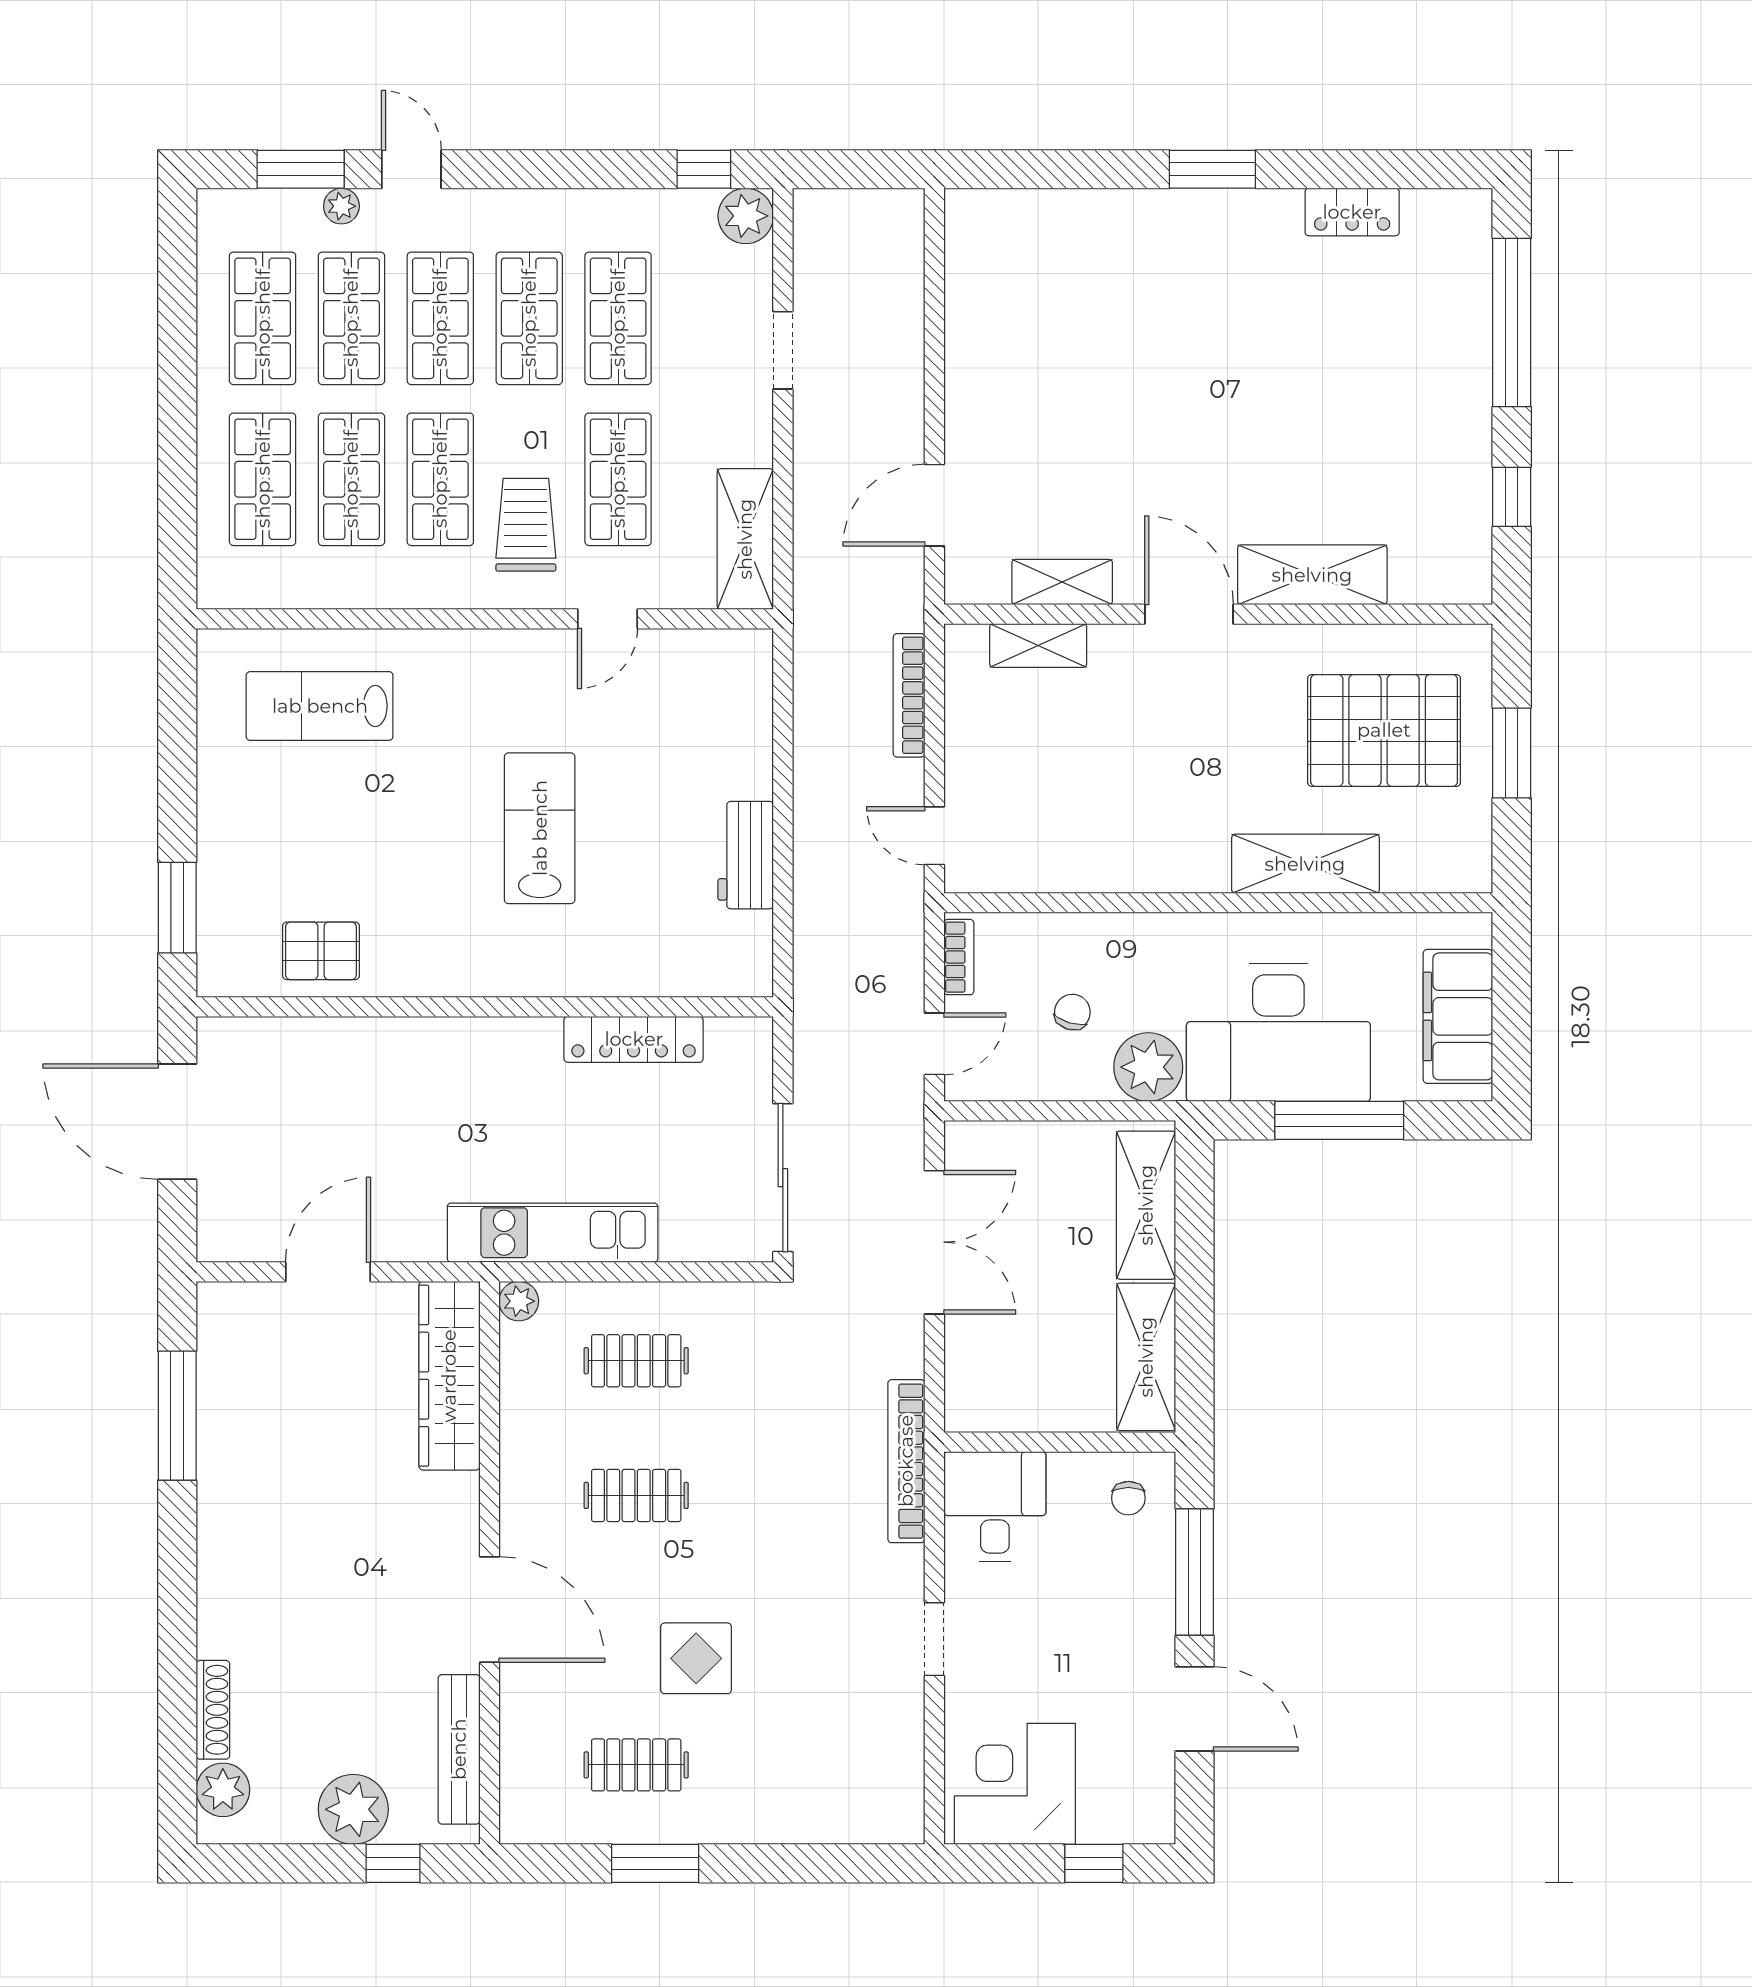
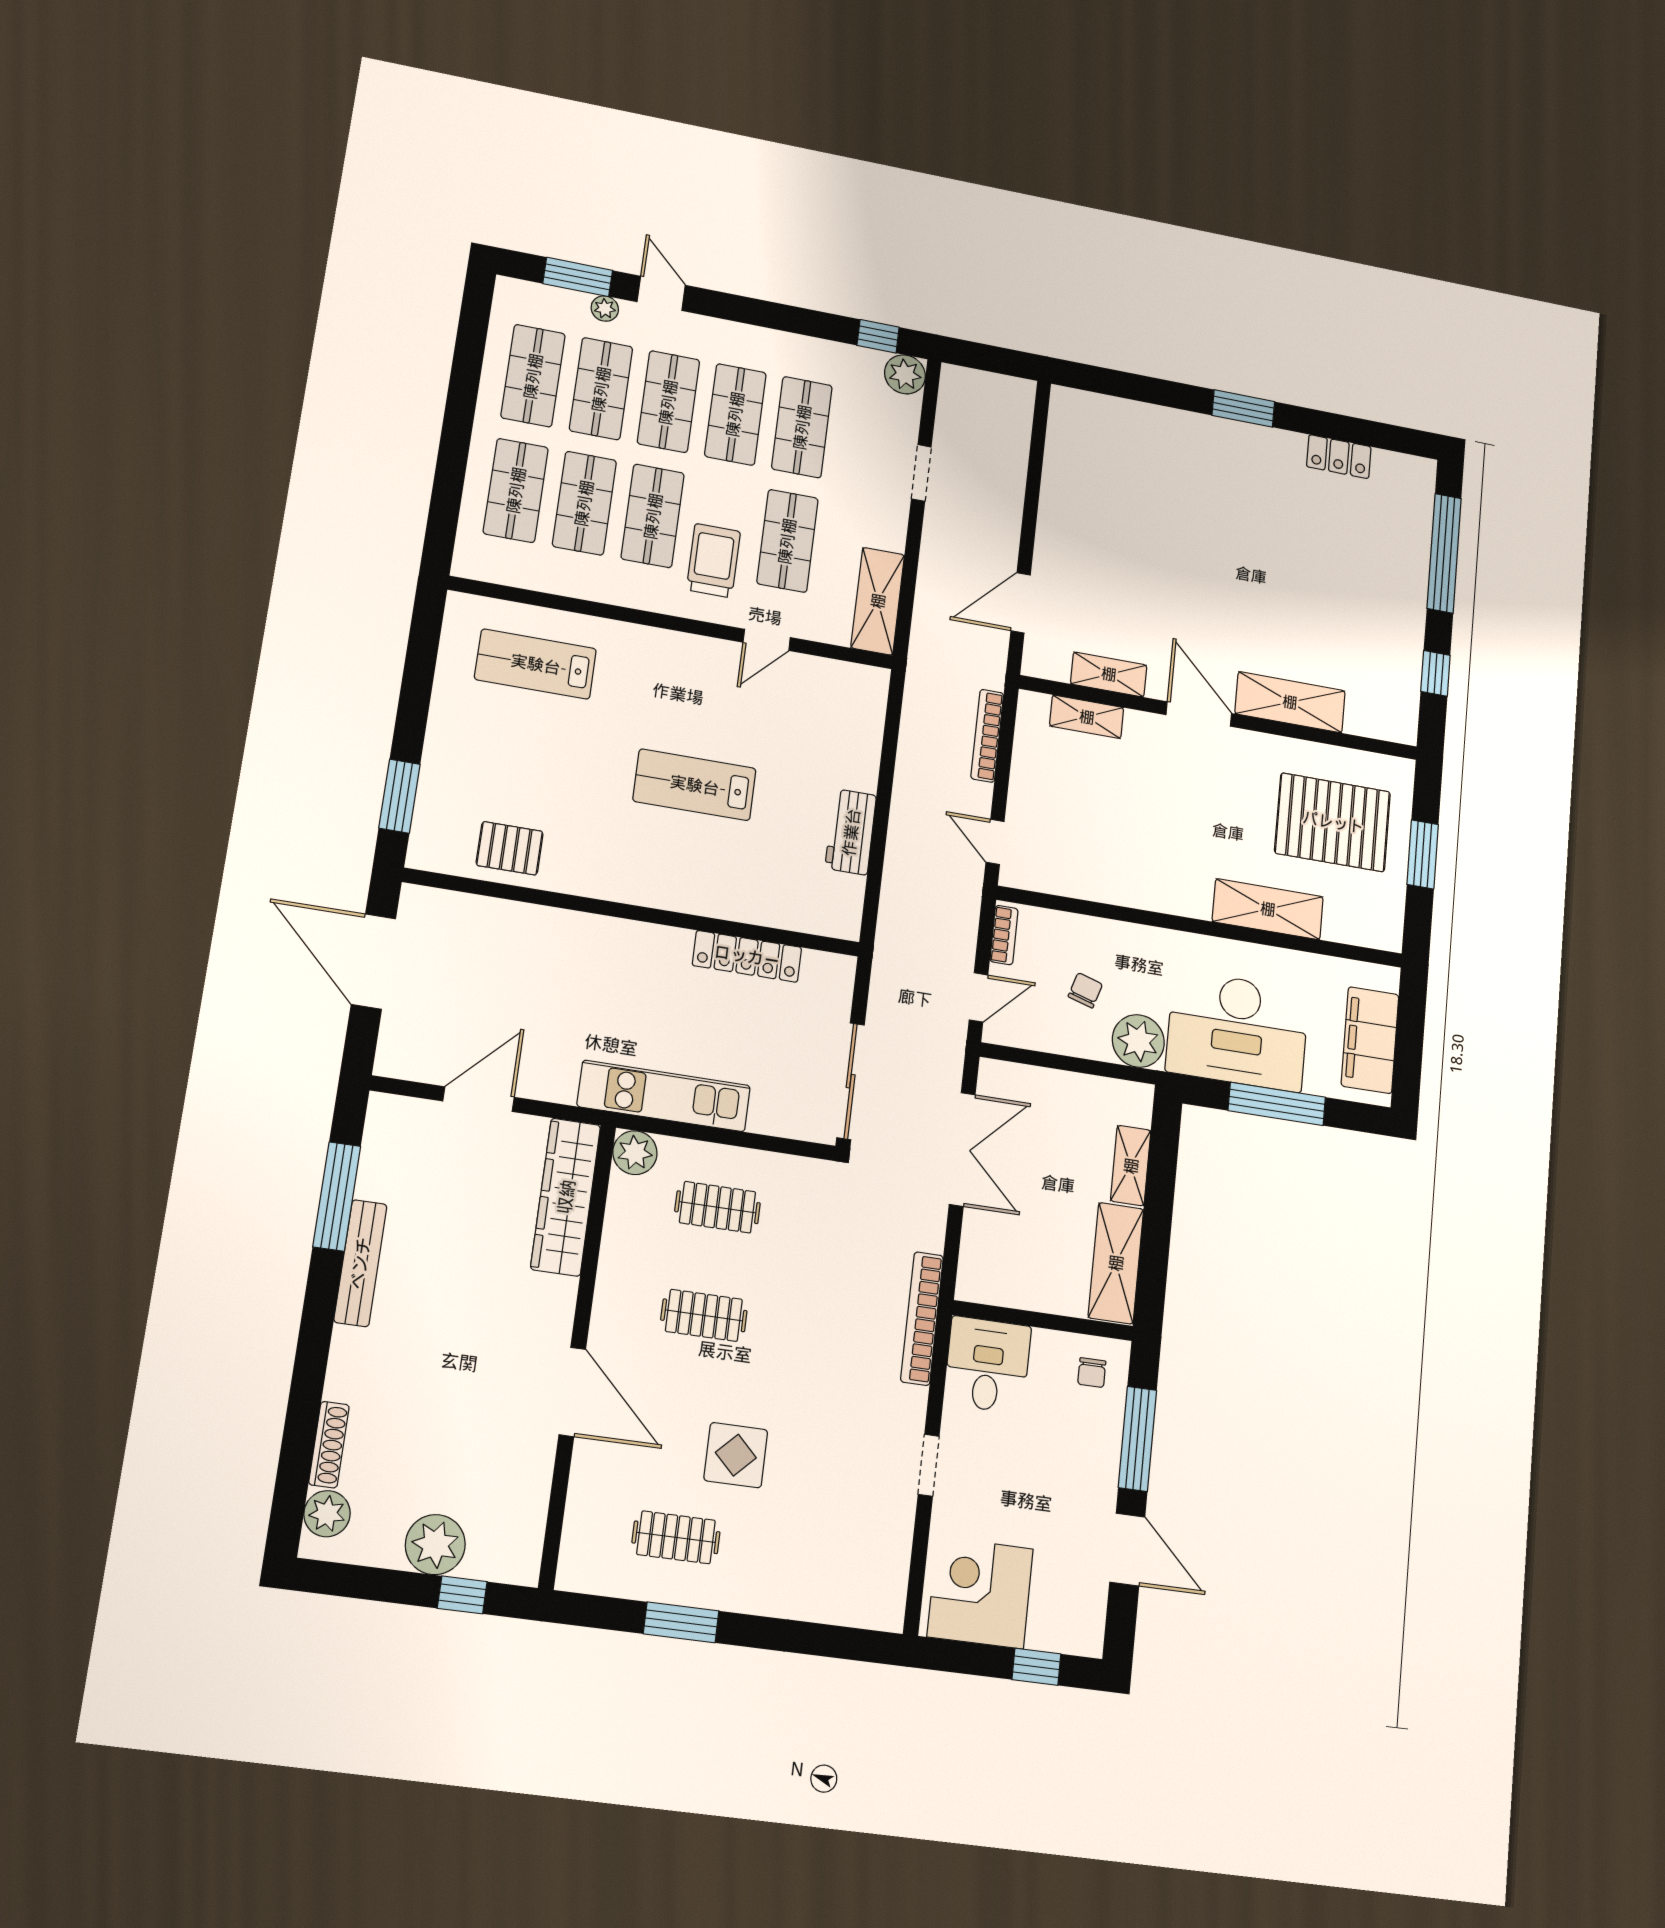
lab bench: (540, 828) -> (695, 785), turned -90
shelving: (1146, 1205) -> (1131, 1166), width x0.67, depth x0.75
plant: (519, 1301) -> (635, 1153), width x1.38, depth x1.38
bench: (459, 1749) -> (360, 1263), moved

